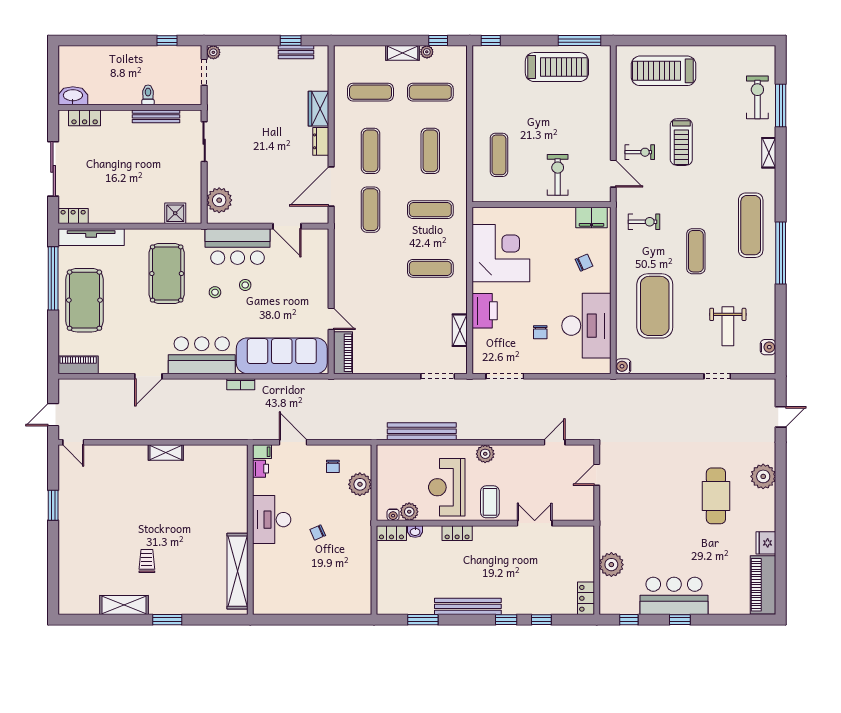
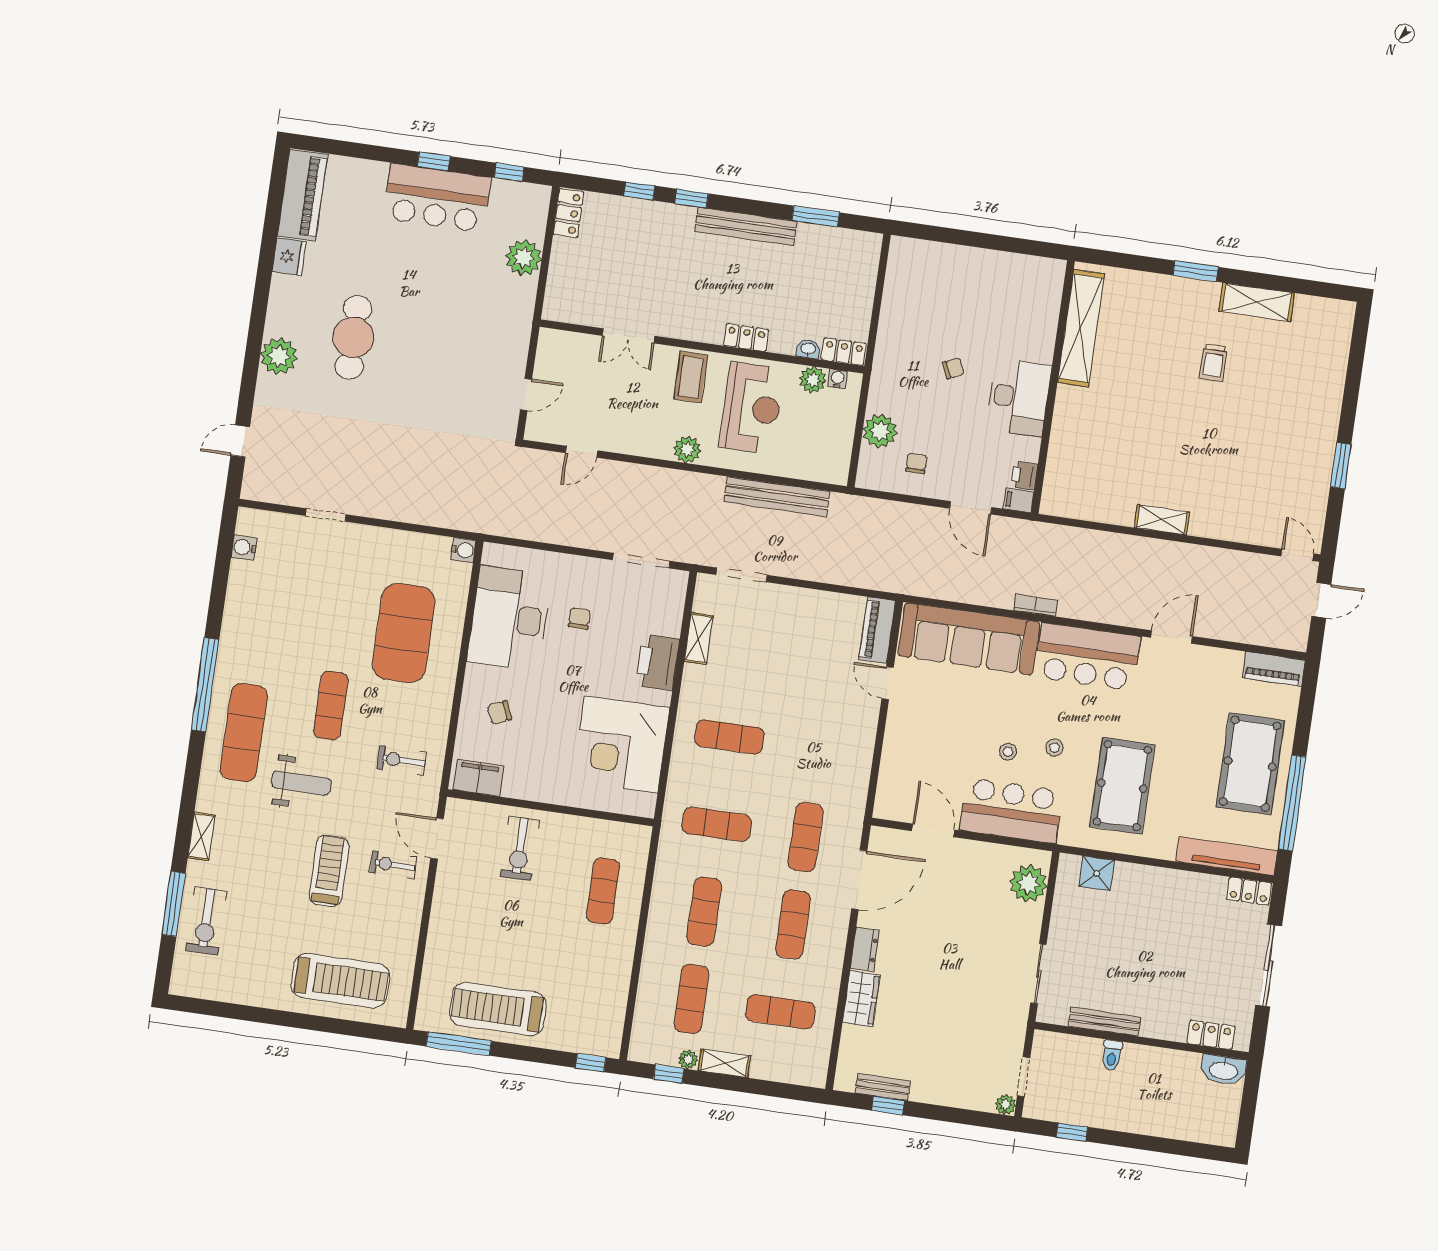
exercise mat: (430, 92) -> (692, 999), turned 90
weight bench: (728, 326) -> (301, 783), moved, turned 90

